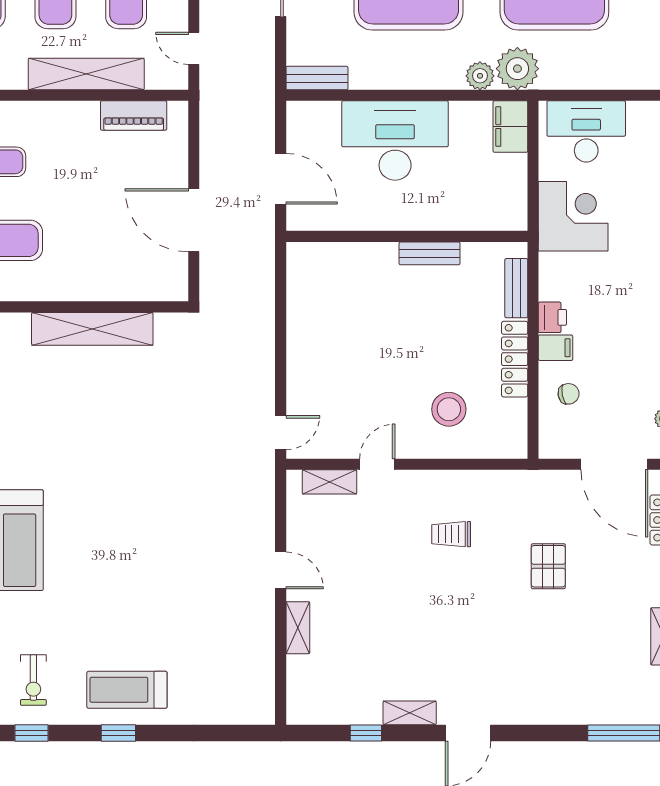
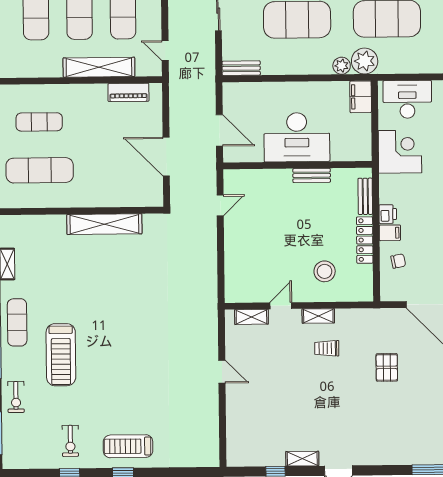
desk: (395, 140) -> (297, 137), moved, turned 180
door: (281, 433) -> (220, 205), moved
shelving: (298, 628) -> (318, 316), moved, turned 90

